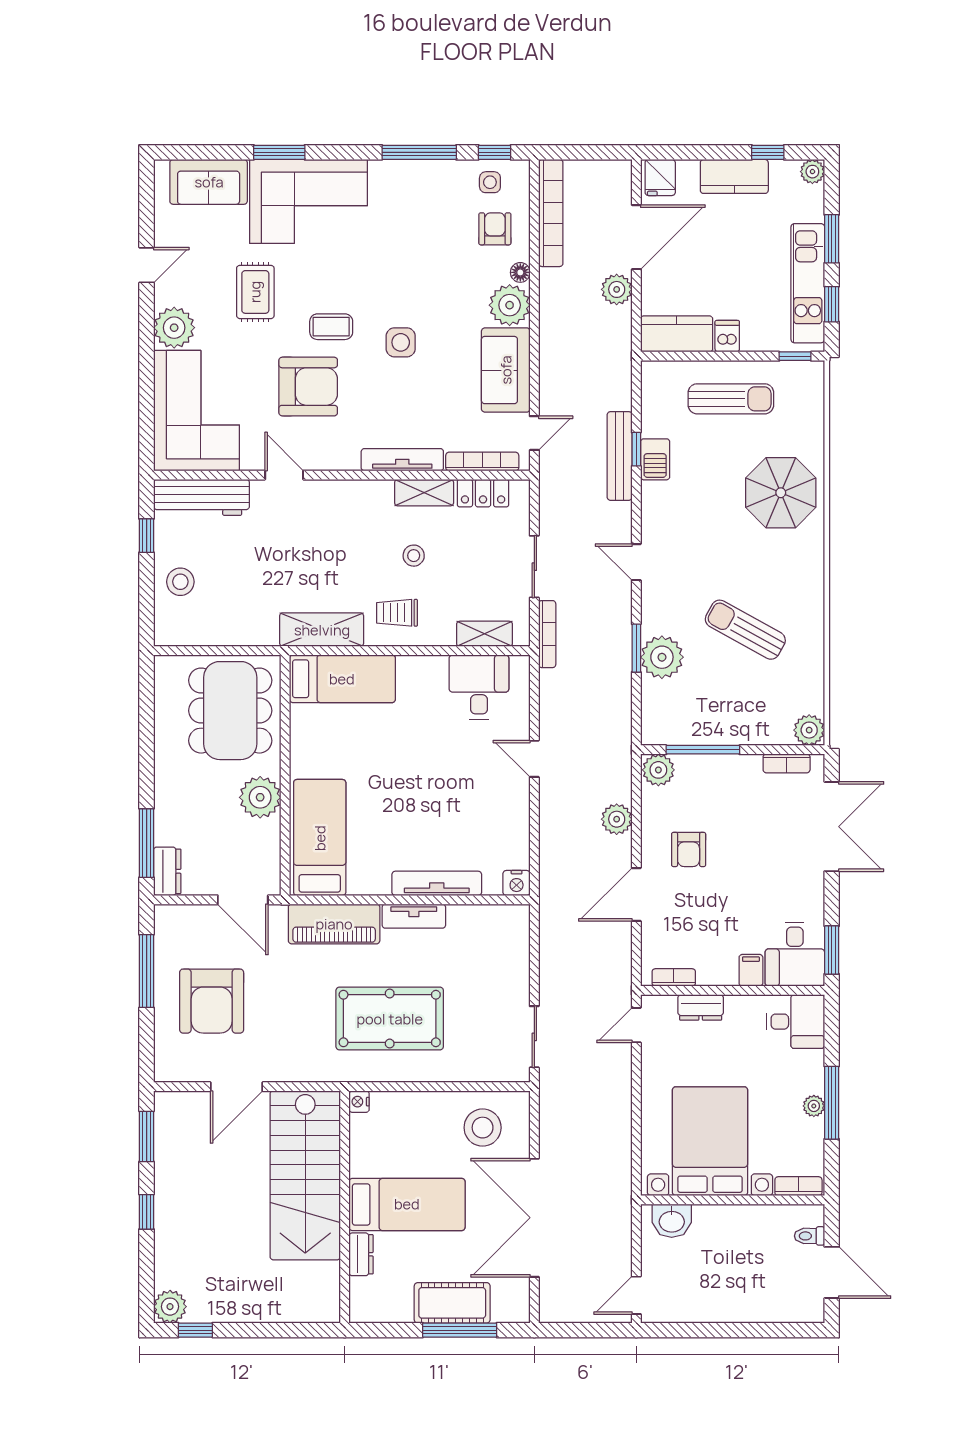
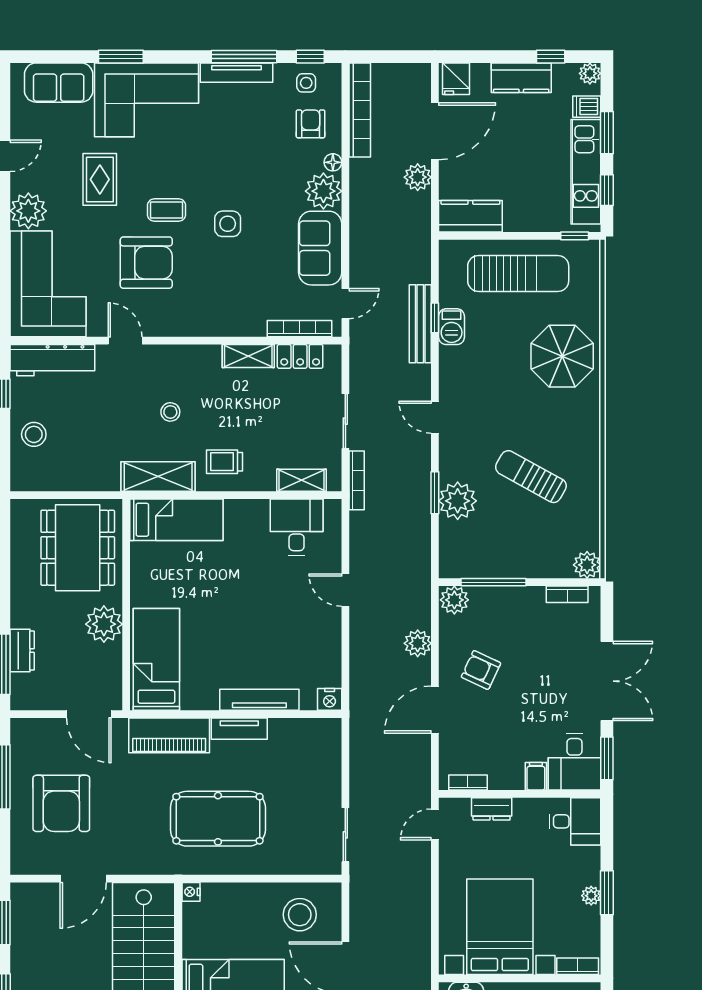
dishwasher: (727, 336) -> (587, 107), moved, turned -90
sun lounger: (731, 399) -> (518, 273), width x1.36, depth x1.34
tv unit: (402, 460) -> (237, 73), moved, turned 180
stool: (414, 556) -> (170, 412), moved
double door: (832, 827) -> (607, 681), moved
armchair: (689, 849) -> (481, 670), turned 115
dresser: (167, 871) -> (22, 651), moved
window: (832, 1103) -> (607, 893), width x0.69

